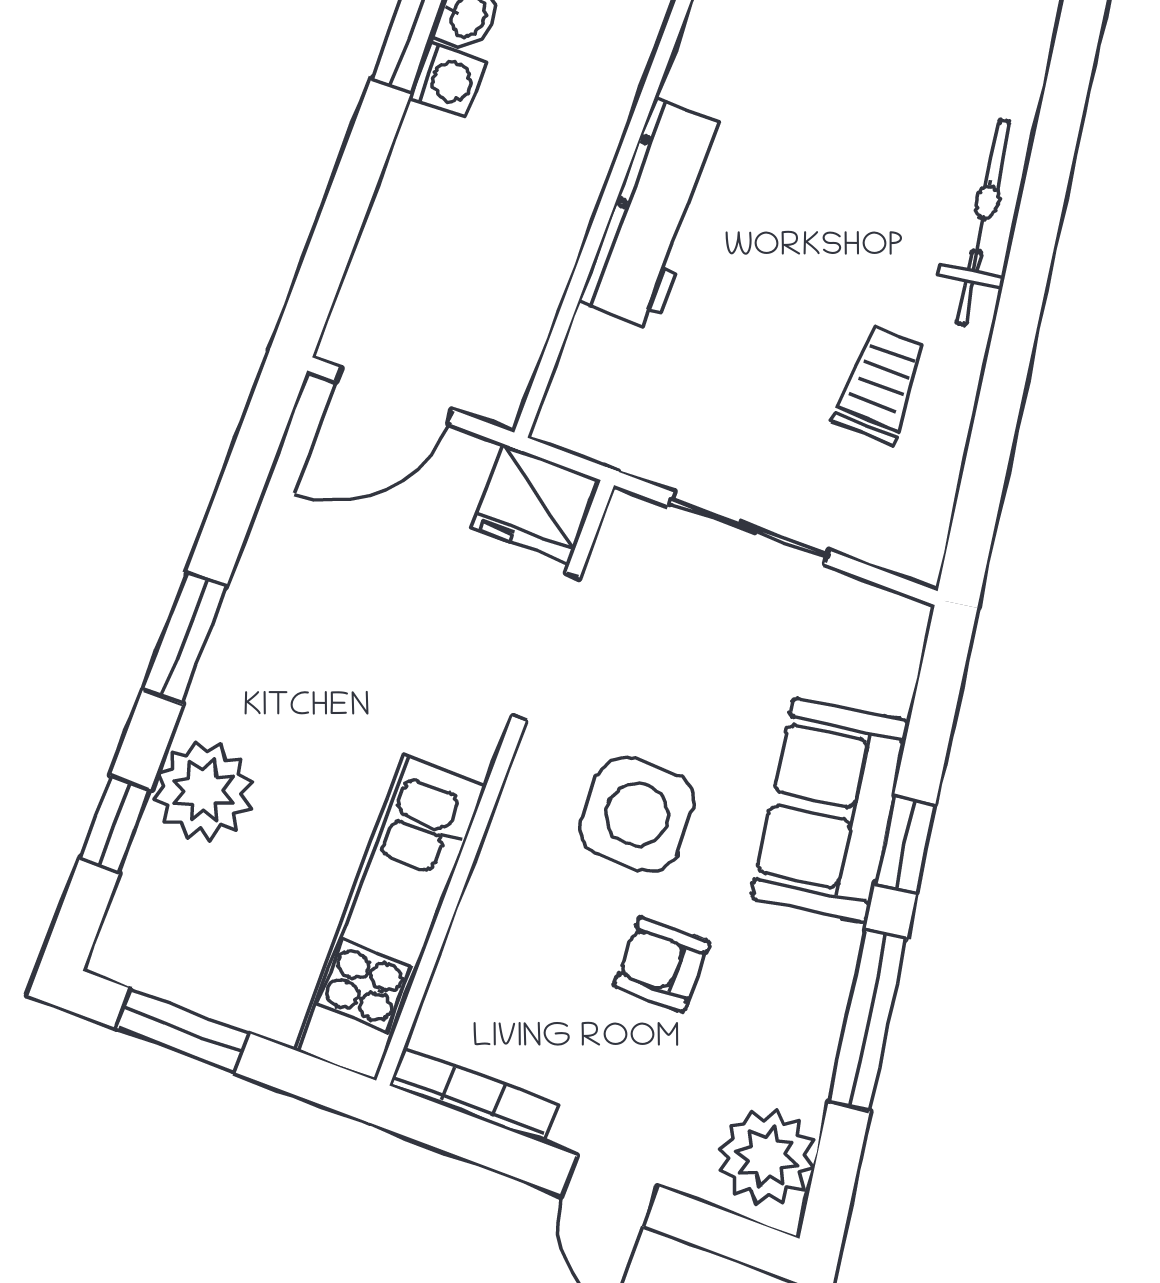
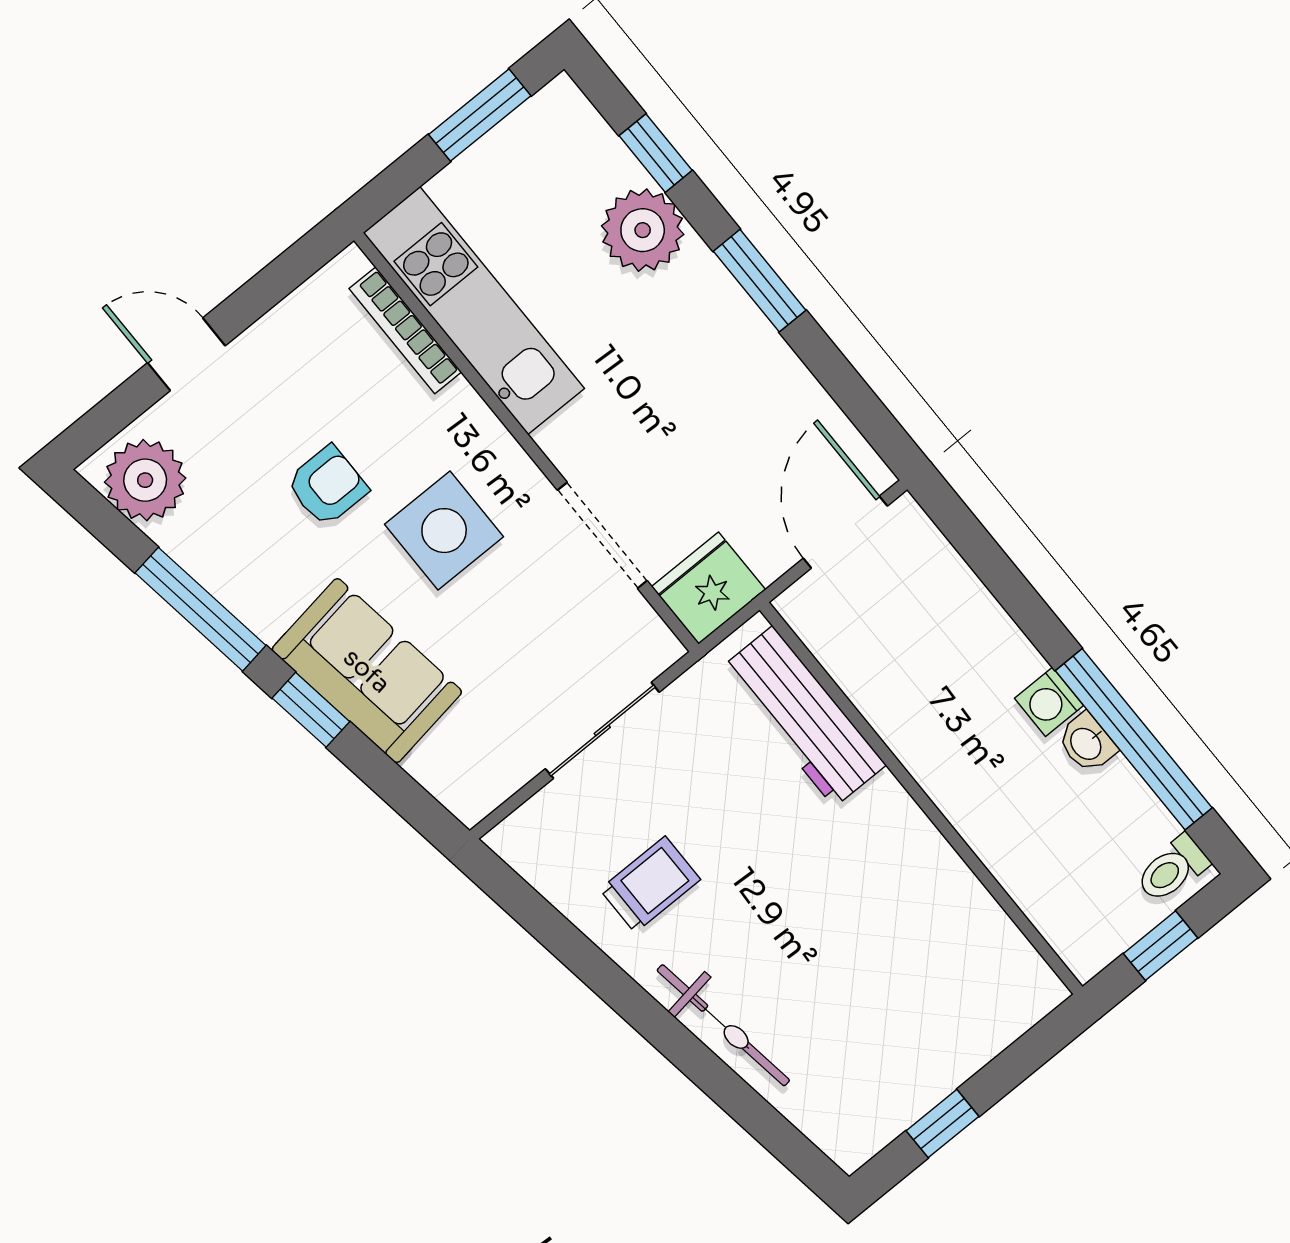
workbench: (655, 214) -> (803, 717), moved
trolley: (880, 384) -> (650, 884), turned -90
bookcase: (473, 1095) -> (405, 330), moved, turned 90

